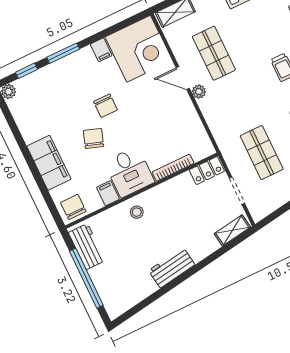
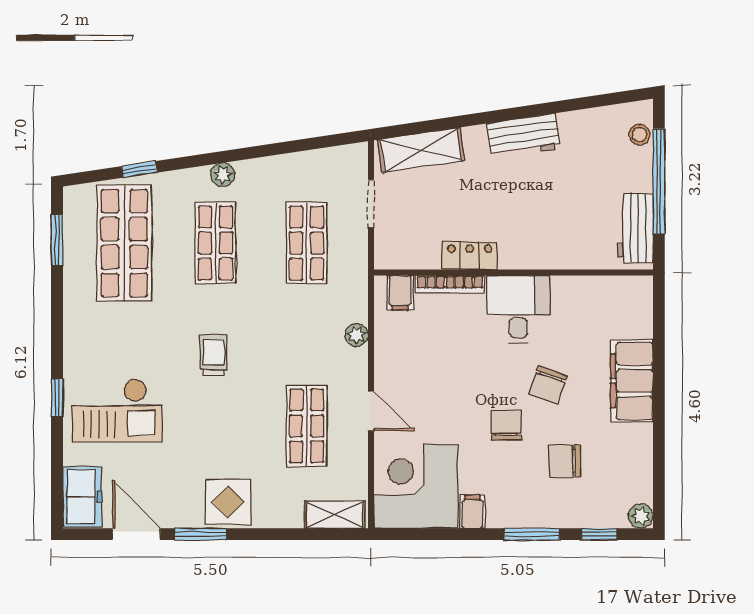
plant: (199, 92) -> (357, 335), moved
locker: (207, 171) -> (470, 256), moved
filing cabinet: (108, 193) -> (400, 293), moved
chair: (73, 207) -> (565, 461), moved, turned 90
stool: (137, 212) -> (640, 135), moved
shelving: (232, 230) -> (421, 150), width x1.50, depth x1.33

